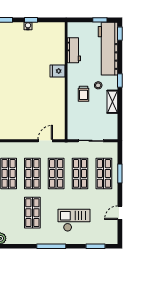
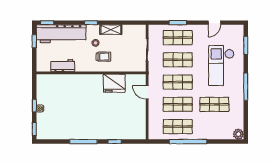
fridge: (57, 71) -> (114, 83), moved, width x1.88, depth x1.34
door: (120, 213) -> (214, 23), hinge flipped
checkout: (74, 220) -> (221, 66), width x1.36, depth x1.21

